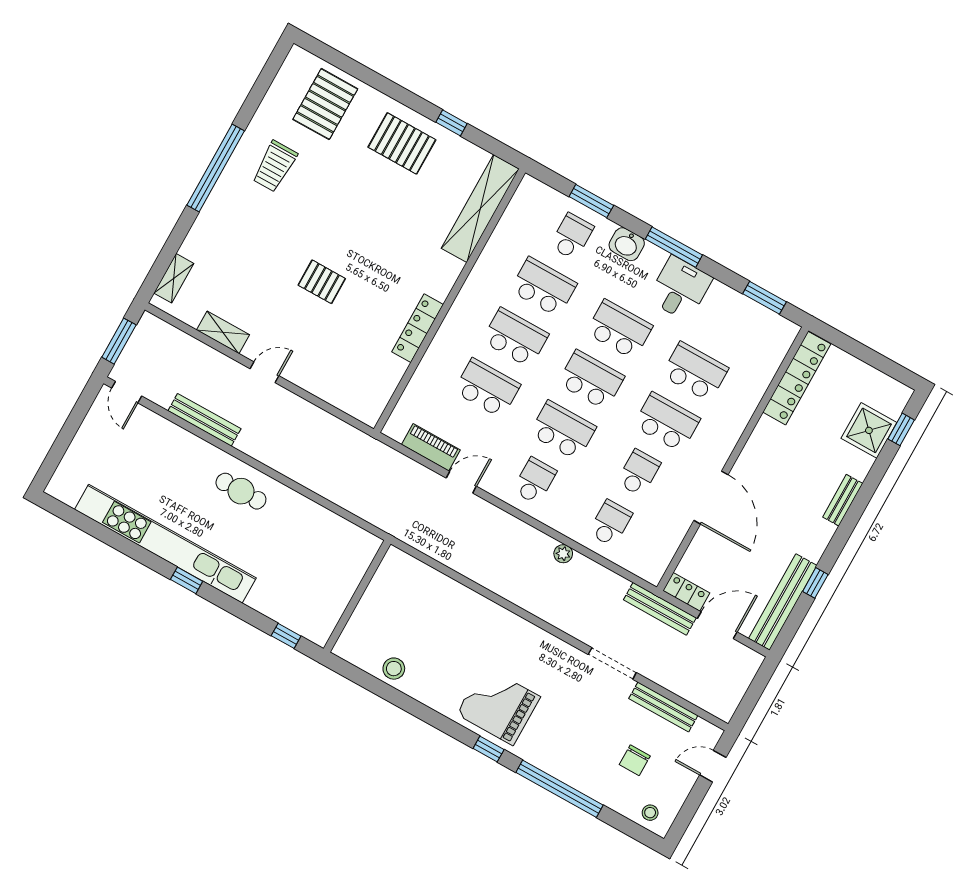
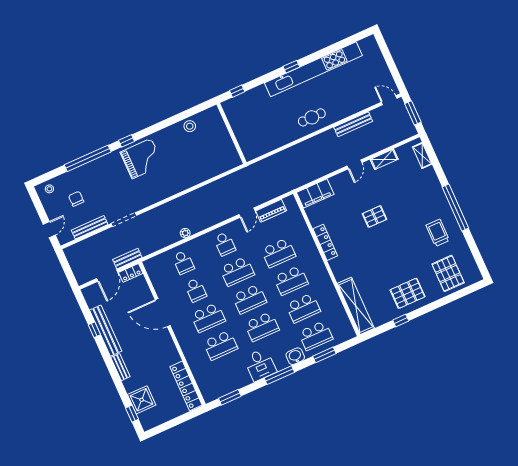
school desk: (572, 236) -> (316, 336), width x1.85
filing cabinet: (354, 399) -> (315, 193), added
bench: (783, 602) -> (106, 331), moved
bench: (660, 609) -> (127, 259), width x0.73

